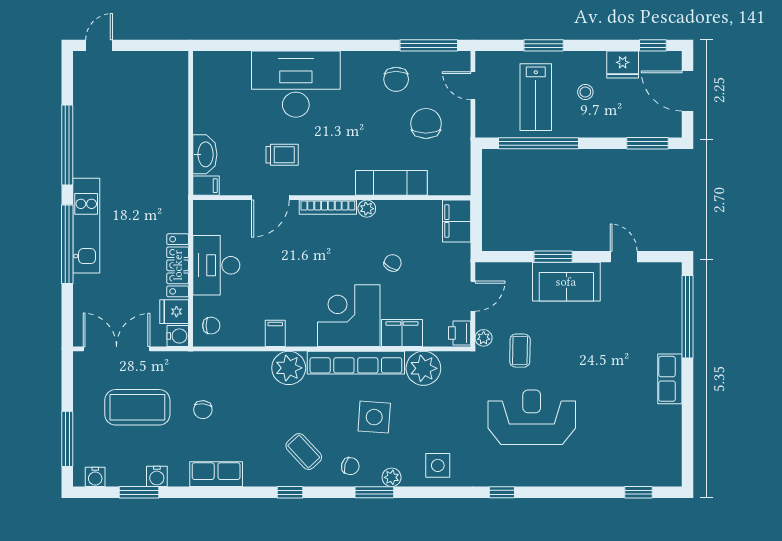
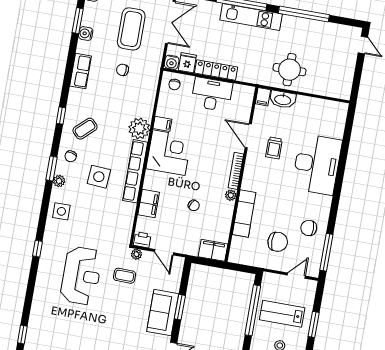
round table: (157, 152) -> (289, 70), added
corner desk: (349, 316) -> (169, 153), moved
plant: (423, 368) -> (124, 213), removed

